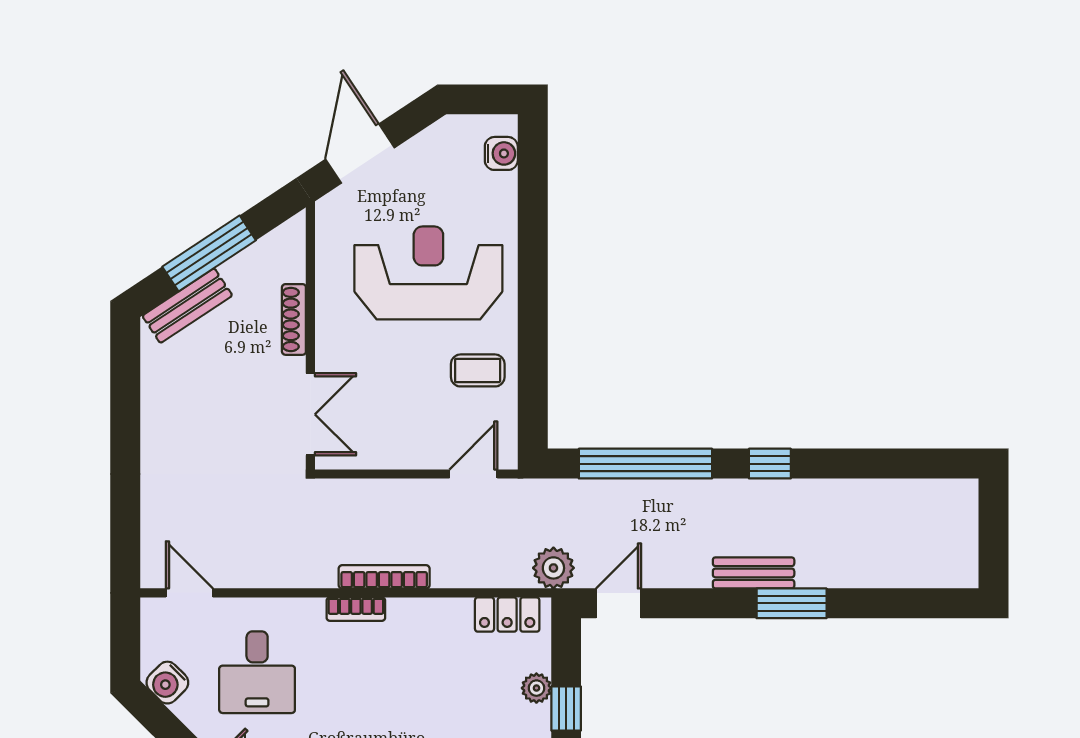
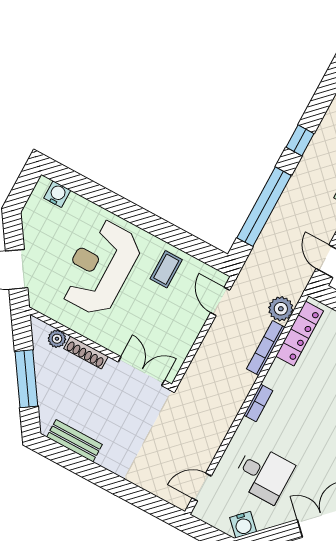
plant: (291, 266) -> (57, 339), added
bench: (187, 306) -> (74, 441), moved, turned -56
plant: (553, 568) -> (281, 309), moved
bookcase: (384, 577) -> (266, 348), moved
locker: (507, 615) -> (300, 333), width x1.53

